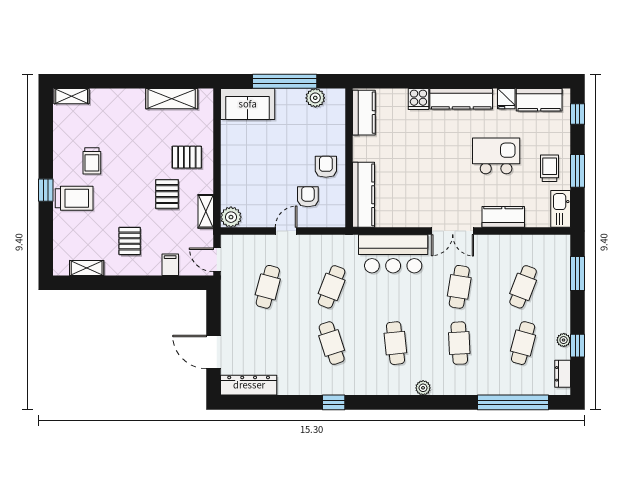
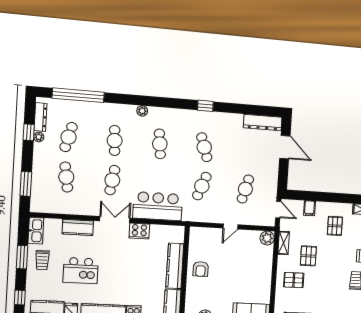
kitchen counter: (363, 195) -> (175, 266), moved
armchair: (308, 197) -> (214, 249), removed
cooker: (417, 217) -> (139, 231), added
cafe table: (523, 287) -> (66, 177), turned -30
dresser: (563, 374) -> (40, 117), width x1.44

